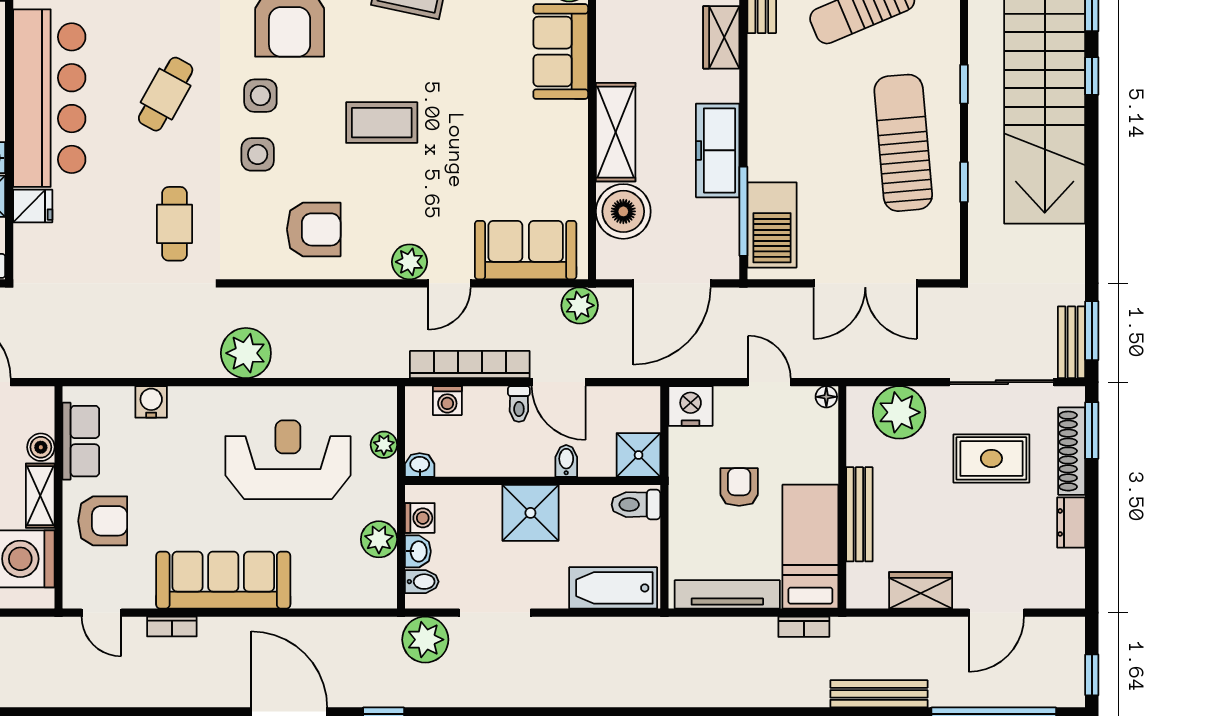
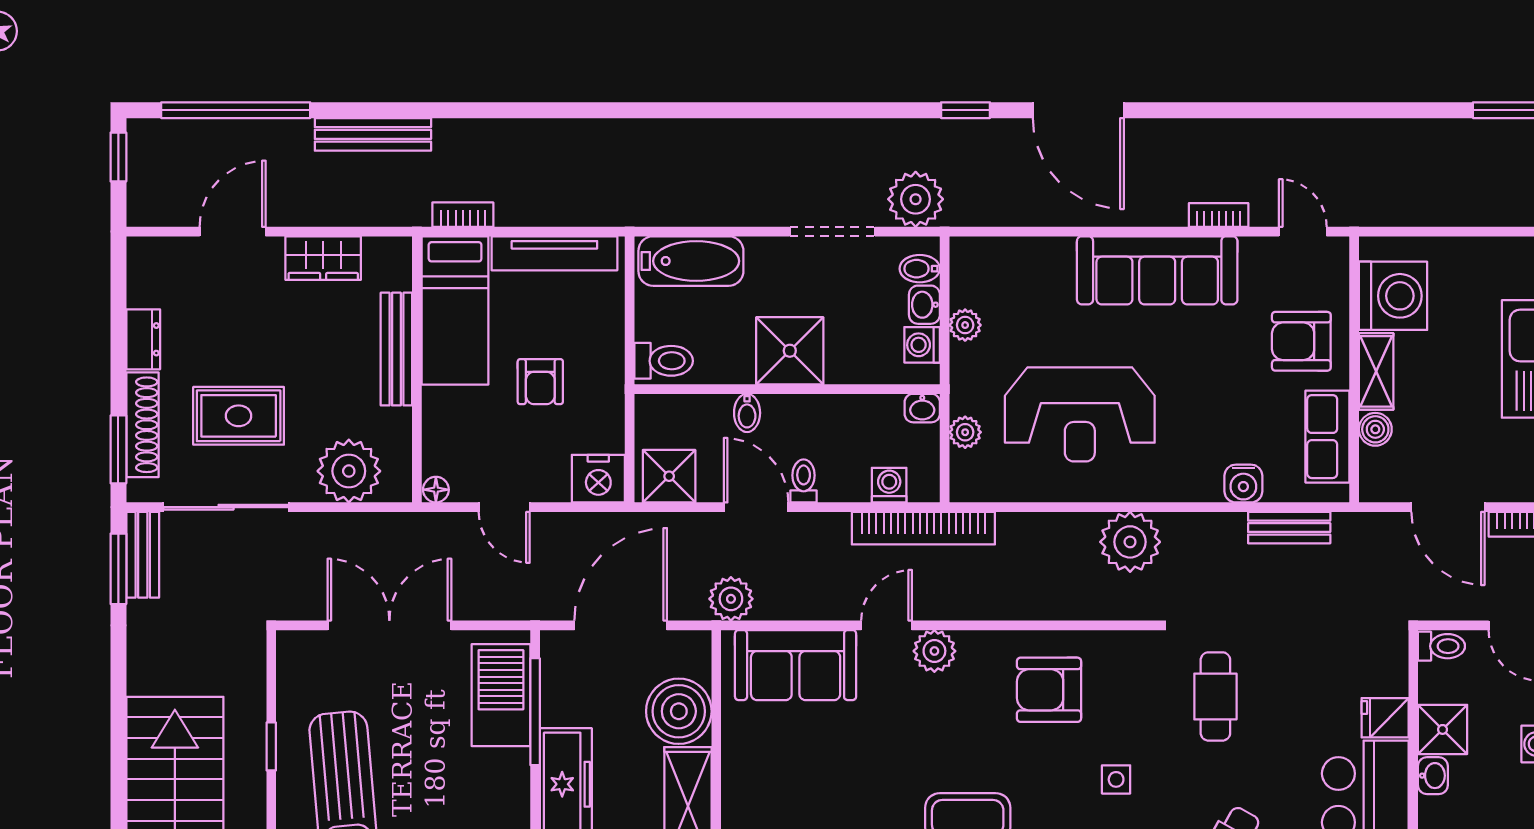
side table: (258, 154) -> (1116, 779), width x0.73, depth x0.73
bench: (113, 365) -> (1289, 528), added
bookcase: (470, 365) -> (923, 528), moved
shower: (639, 455) -> (669, 476), moved
plant: (379, 539) -> (965, 325), width x0.73, depth x0.73

